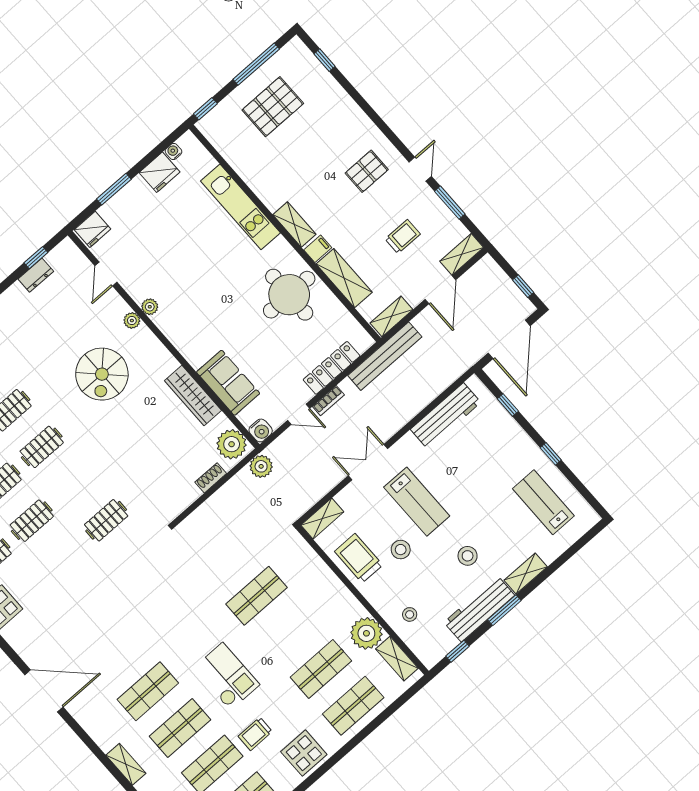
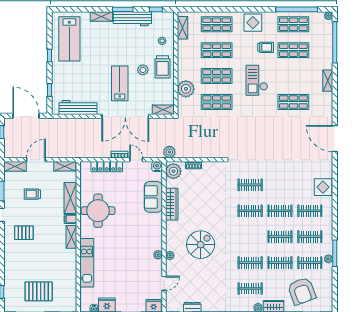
door: (509, 339) -> (26, 116), hinge flipped
bench: (385, 356) -> (81, 153), removed
clothes rail: (42, 447) -> (250, 211), moved
double door: (368, 462) -> (125, 116), width x1.87
lab bench: (543, 502) -> (69, 39), width x1.36, depth x1.39
stool: (468, 556) -> (118, 44), removed
trolley: (359, 558) -> (163, 67), moved
plant: (366, 633) -> (186, 89), moved
shop shelf: (180, 728) -> (217, 76), moved

